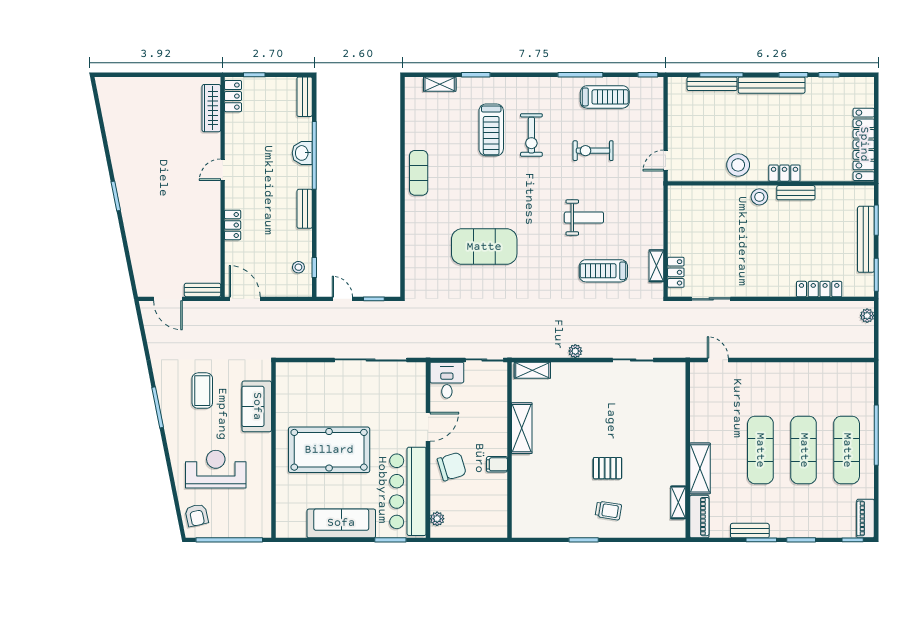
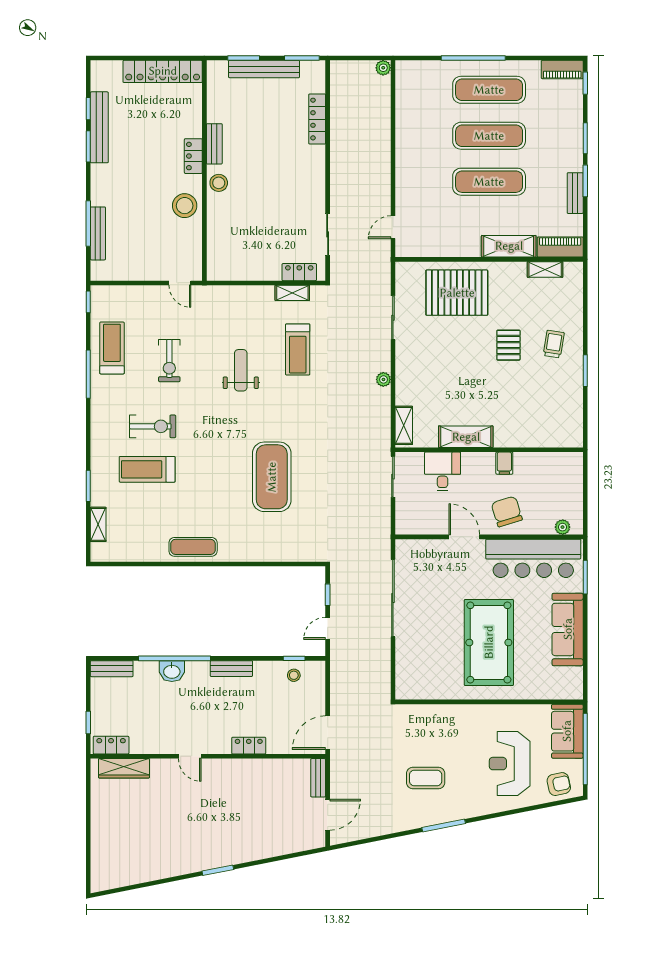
bench: (772, 85) -> (99, 127), moved
treadmill: (491, 130) -> (147, 469), turned 180
plant: (867, 316) -> (383, 68), moved
desk: (447, 380) -> (443, 471), moved, turned 90
sofa: (257, 406) -> (567, 731), moved, turned 90
pallet: (657, 420) -> (457, 293), added

